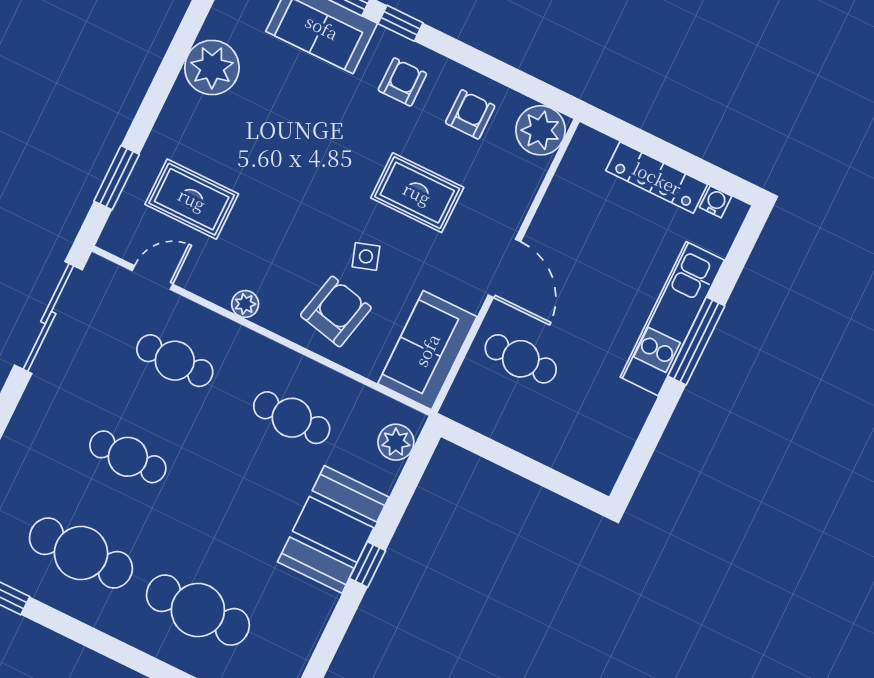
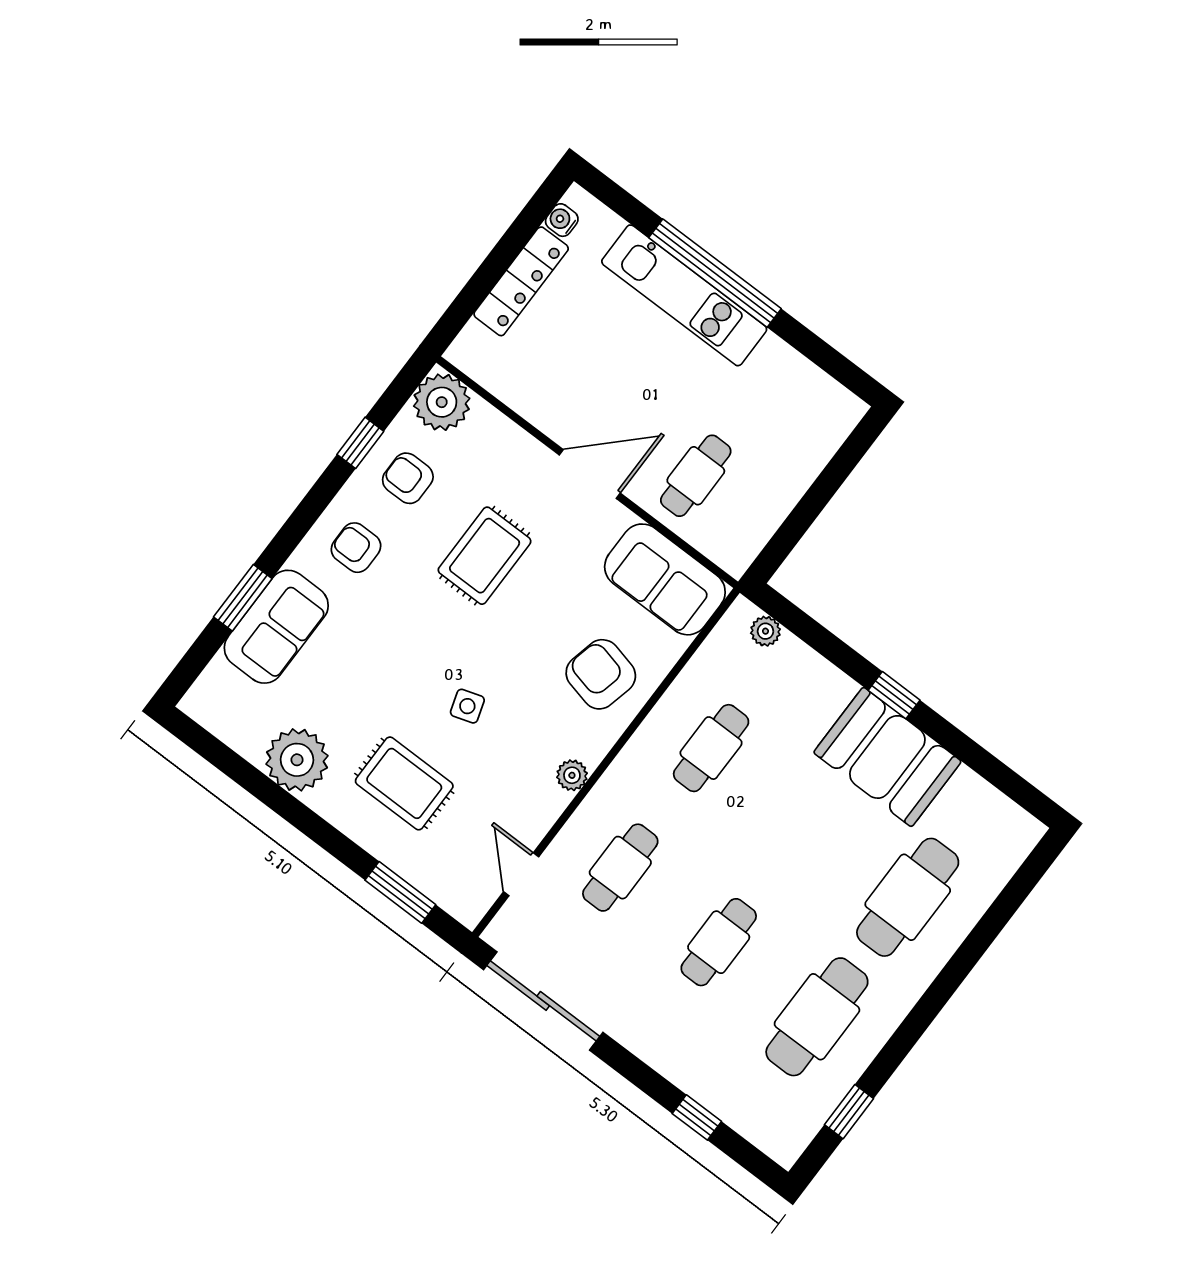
window: (401, 23) -> (360, 443), moved
rug: (192, 199) -> (404, 783), moved, turned 90
side table: (366, 256) -> (467, 706), moved
window: (696, 341) -> (715, 273), width x1.46
plant: (396, 442) -> (765, 631), width x0.73, depth x0.73
booth: (333, 529) -> (887, 757), moved

